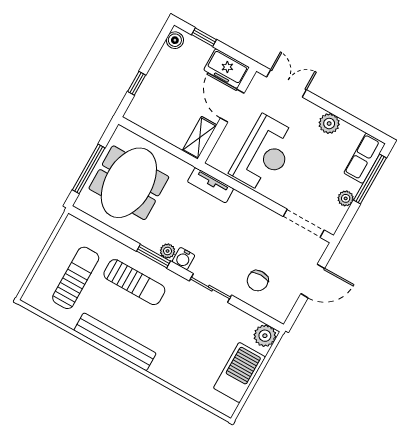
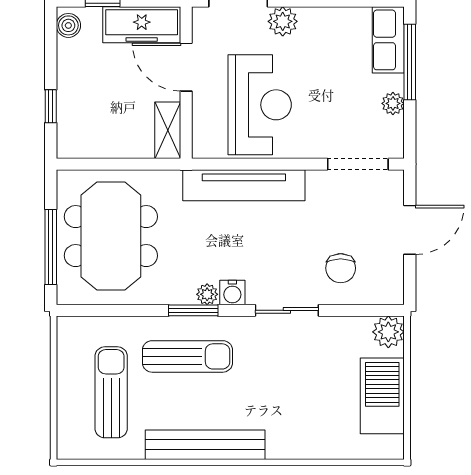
freezer: (226, 69) -> (142, 25), width x1.40
plant: (329, 124) -> (283, 21), moved
tv unit: (211, 185) -> (244, 185), width x1.92, depth x1.29

